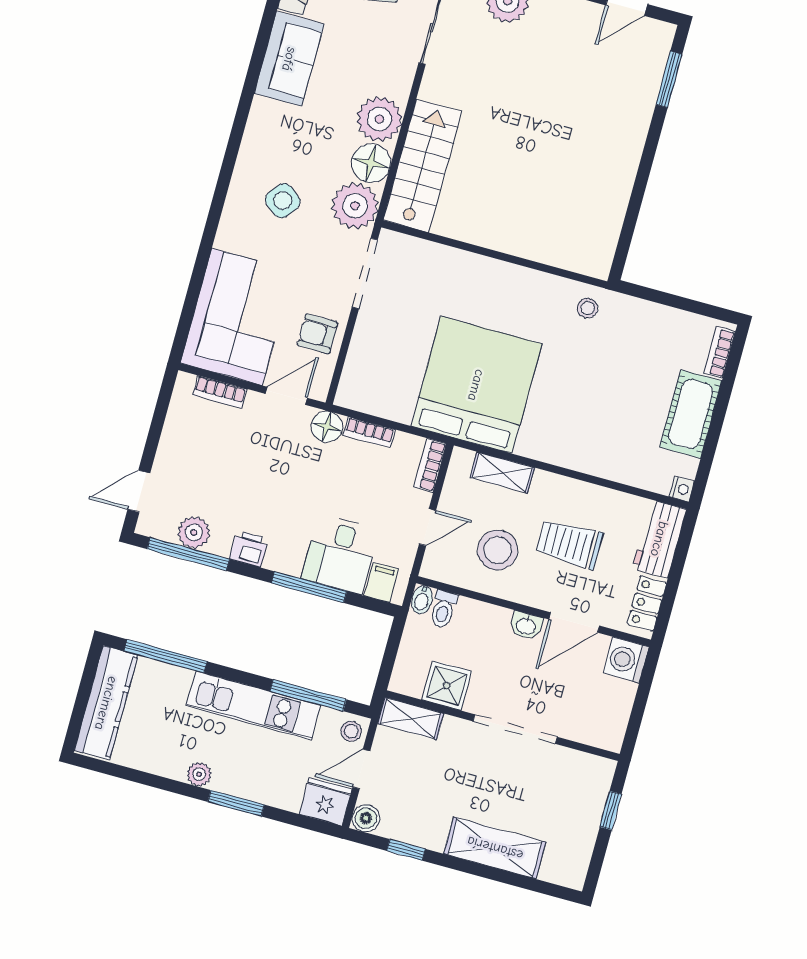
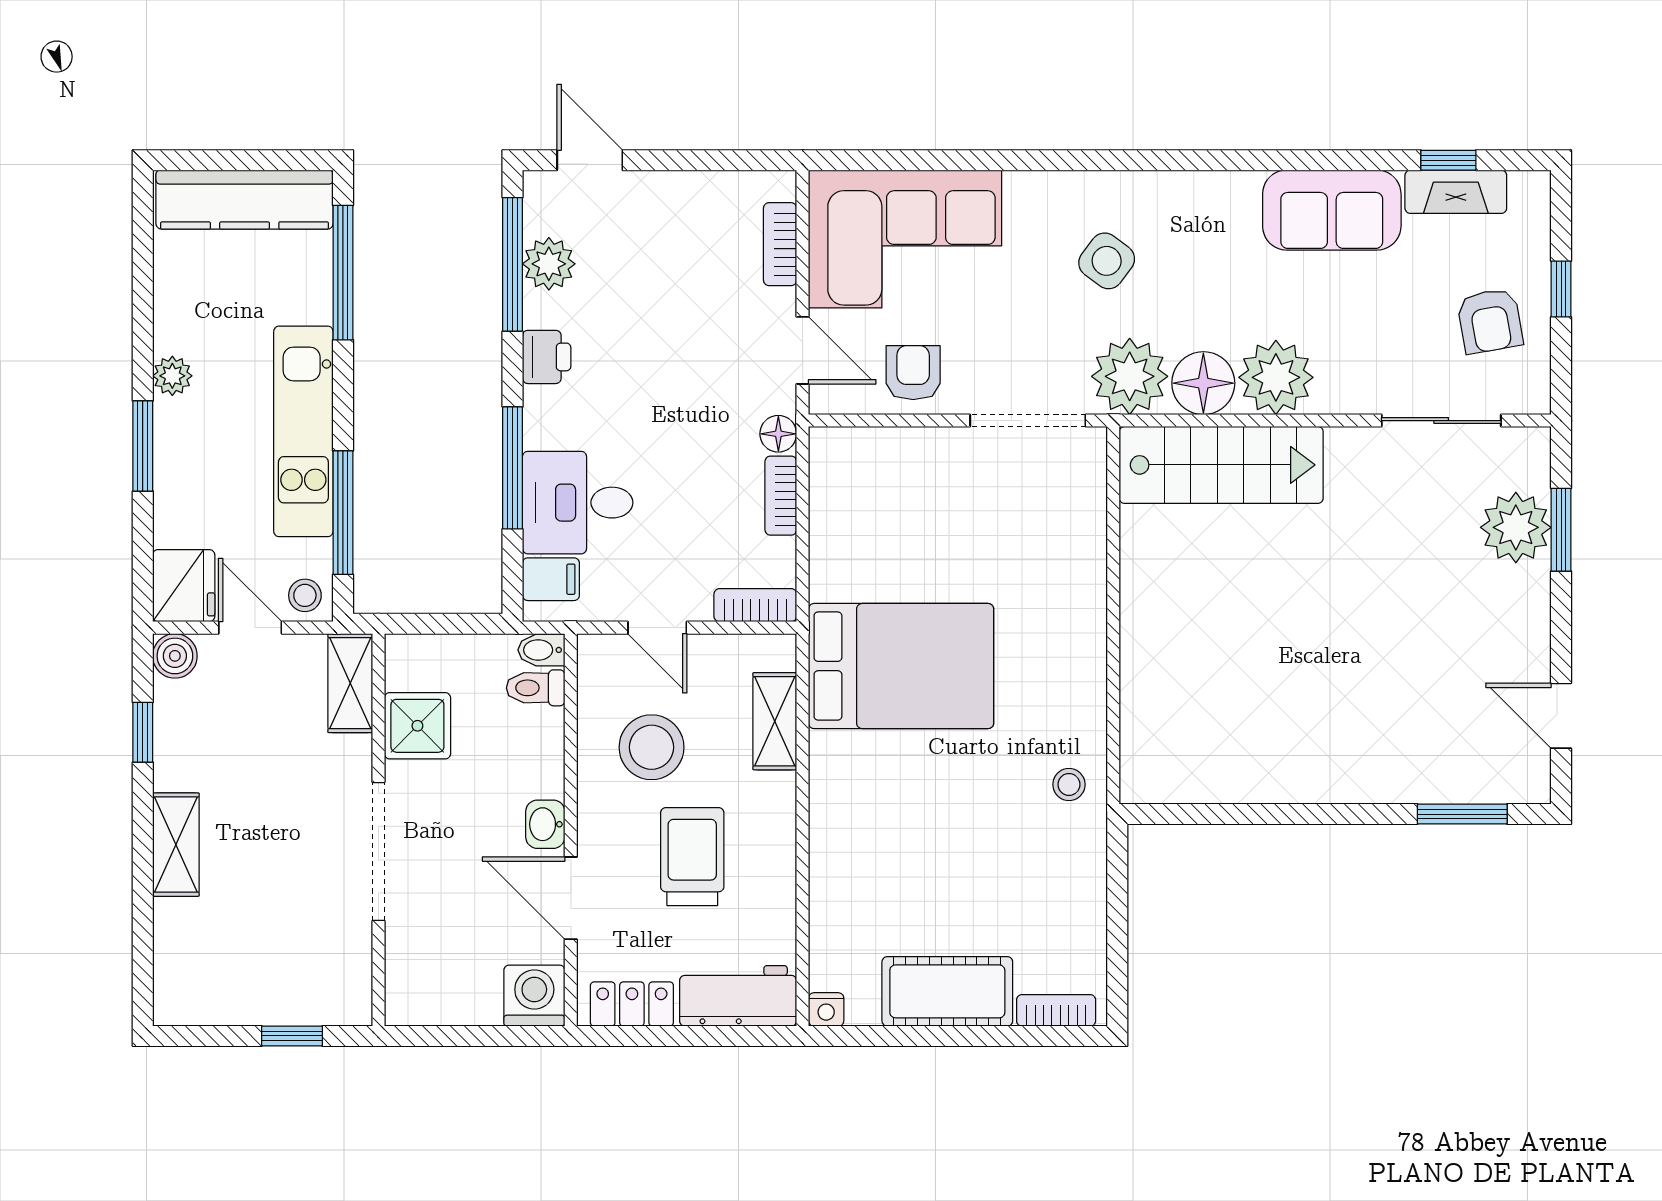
bed: (476, 385) -> (901, 666), width x0.73
floor lamp: (327, 427) -> (778, 434), width x0.73, depth x0.73
shelving: (495, 848) -> (176, 845), width x0.67, depth x0.75

